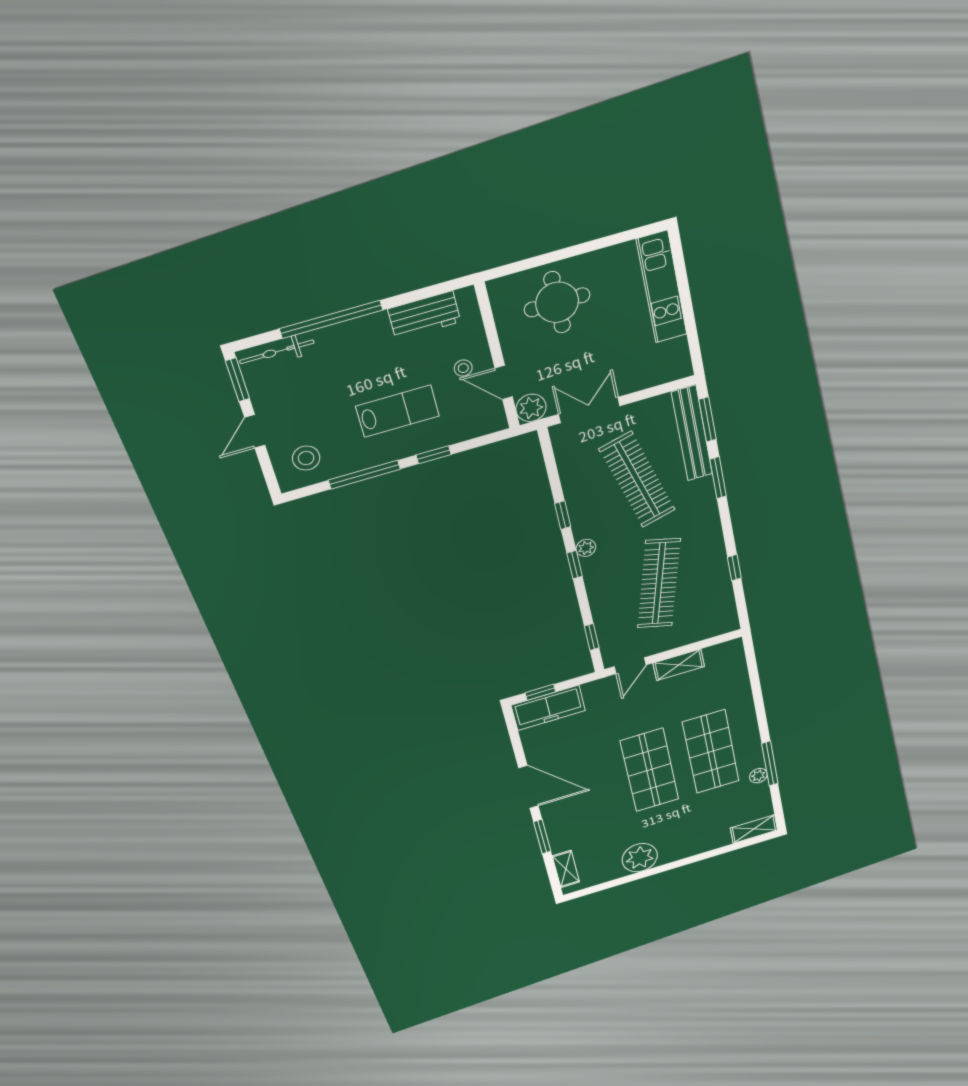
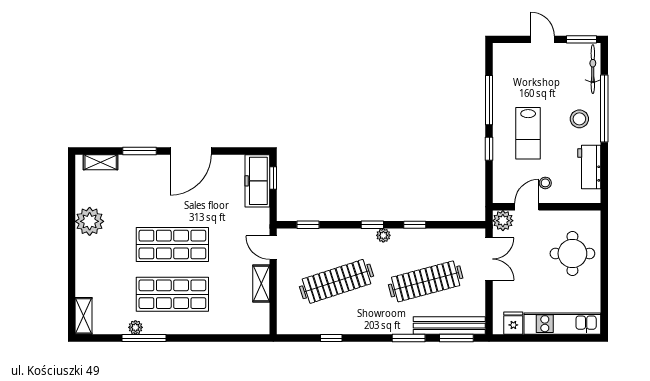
fridge: (673, 353) -> (513, 323), added
stool: (306, 458) -> (579, 119), moved
clothes rail: (659, 583) -> (337, 281), turned -33

